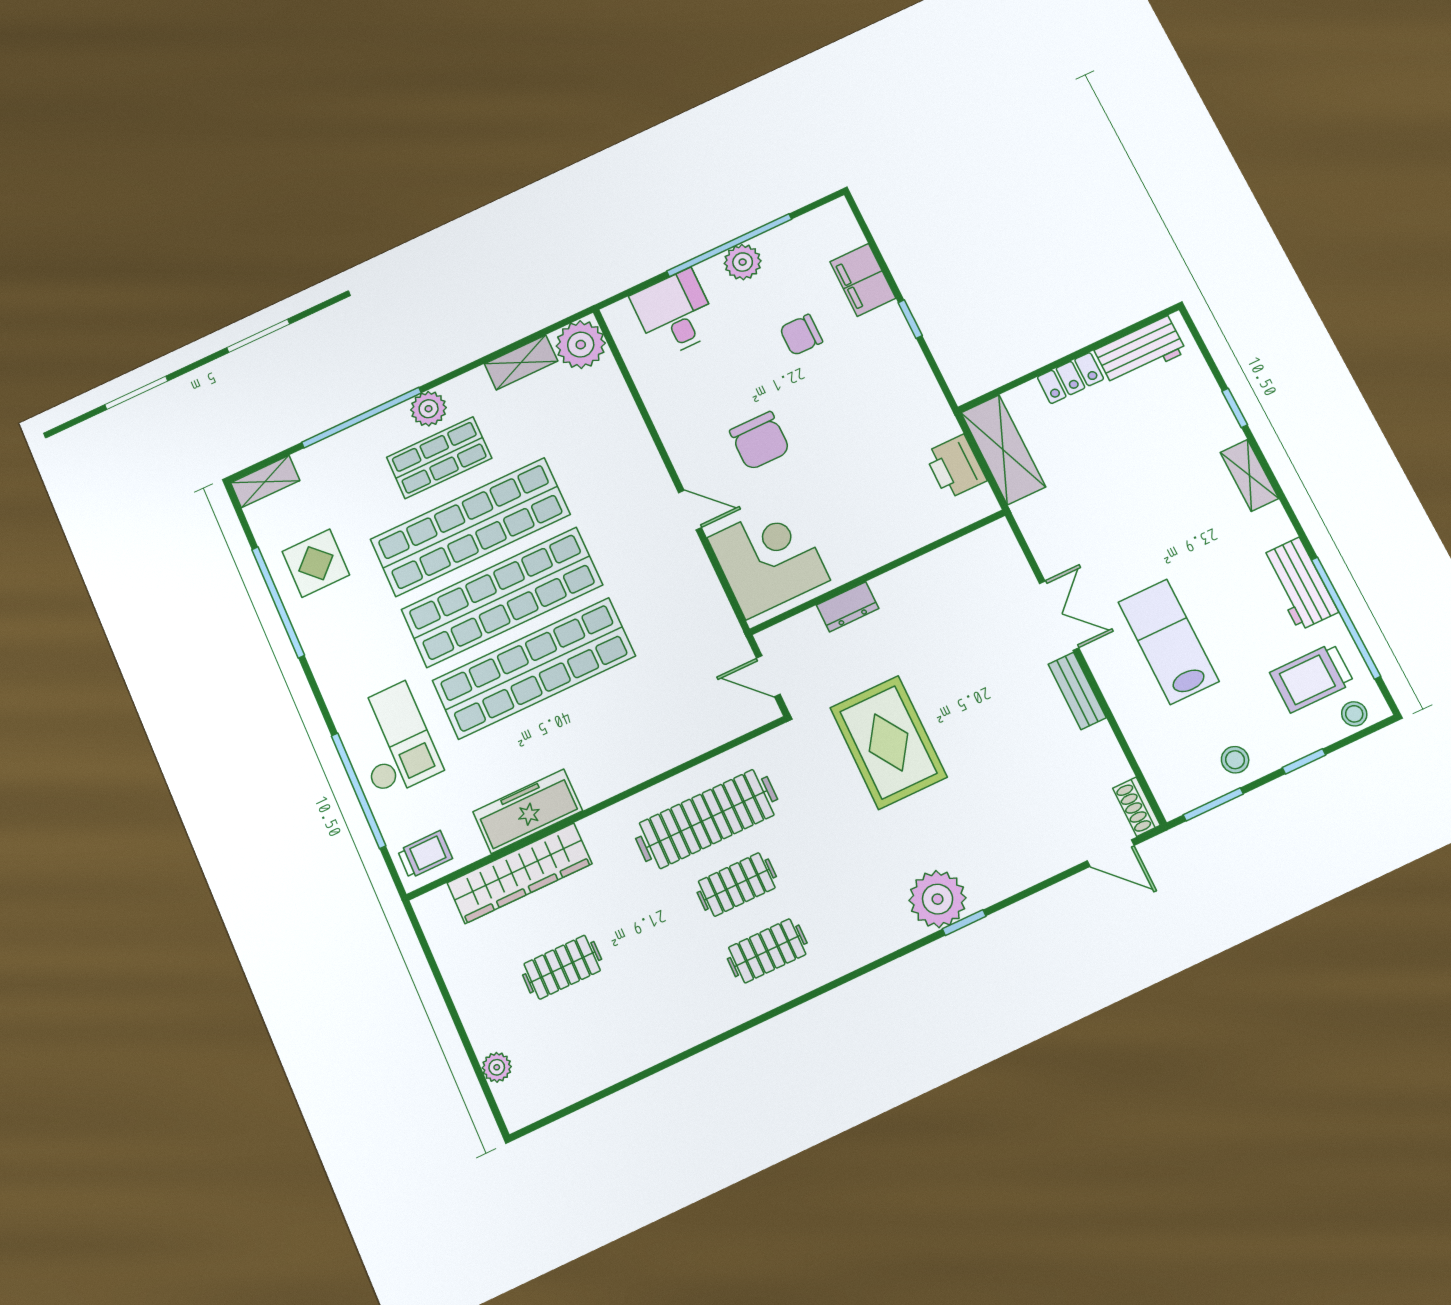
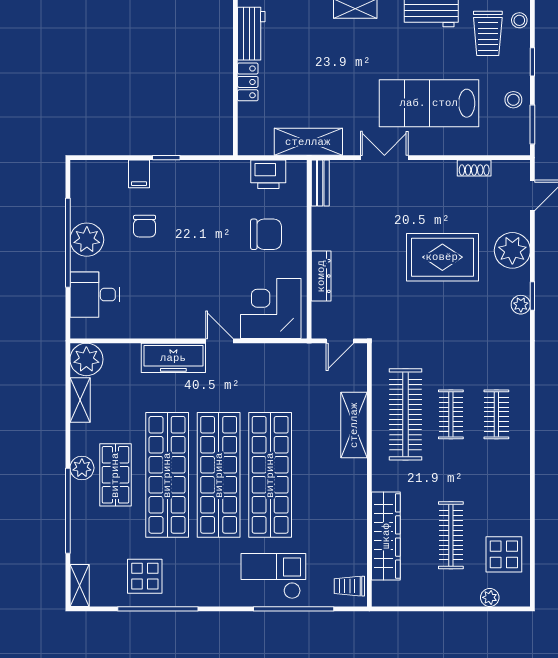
plant: (743, 262) -> (87, 240), width x1.36, depth x1.36
filing cabinet: (863, 280) -> (139, 174), width x0.50
chair: (760, 441) -> (266, 234), moved
shelving: (1003, 450) -> (308, 142), moved
door: (690, 510) -> (219, 341), hinge flipped
dresser: (848, 607) -> (321, 276), width x1.44
lab bench: (1168, 642) -> (429, 103), width x1.36, depth x1.39
bench: (1077, 691) -> (320, 183), moved, turned 90
rug: (888, 742) -> (442, 257), moved
shelving: (658, 753) -> (354, 425), added
shoe rack: (1136, 807) -> (474, 168), moved
freezer: (528, 811) -> (173, 358), moved, turned -90
trolley: (425, 854) -> (349, 586), turned -90
plant: (1016, 862) -> (512, 250), added
plant: (938, 899) -> (521, 305), width x0.53, depth x0.53
clothes rail: (562, 967) -> (451, 535), width x1.36
display table: (569, 1058) -> (504, 554), added

